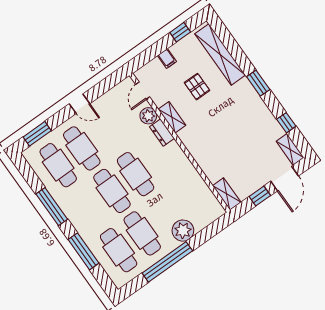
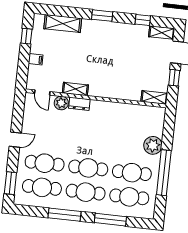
shelving: (220, 54) -> (63, 23), width x0.68
pallet: (197, 87) -> (70, 56), removed
cafe table: (136, 174) -> (86, 192), moved

